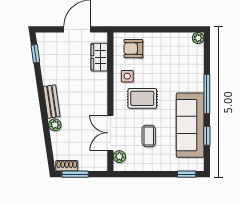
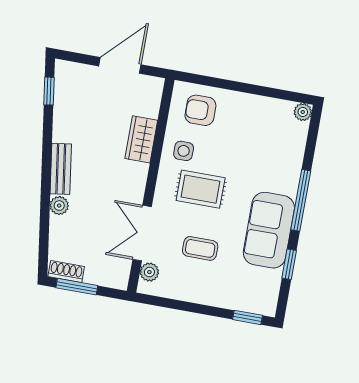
wardrobe: (99, 57) -> (141, 139), moved
sofa: (190, 125) -> (269, 230), width x0.73
coffee table: (149, 136) -> (200, 248), turned 90

